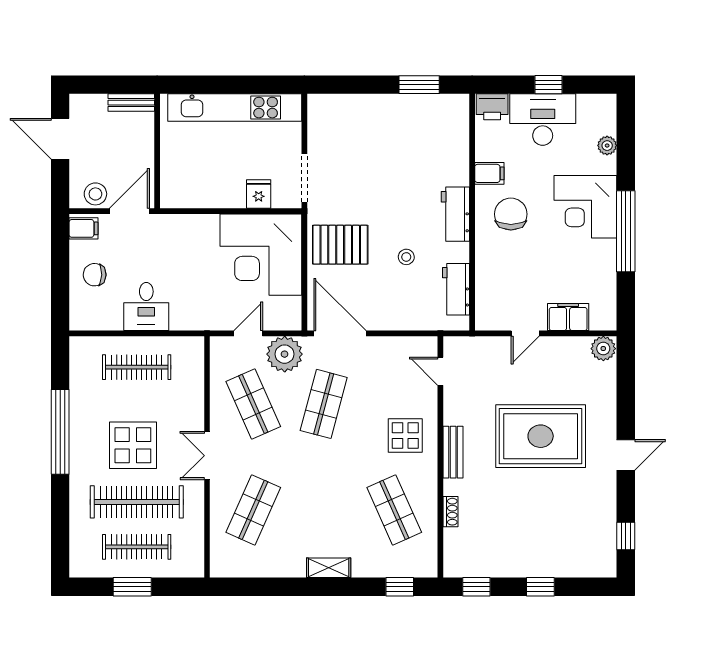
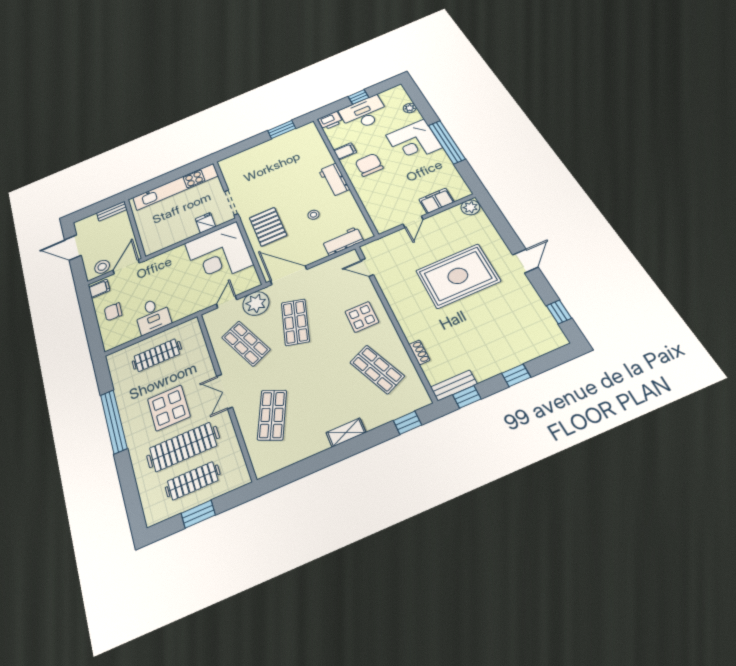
pallet: (340, 245) -> (268, 227), turned 90
workbench: (456, 289) -> (343, 241), moved, turned 90
bench: (453, 452) -> (454, 385), moved, turned 90

